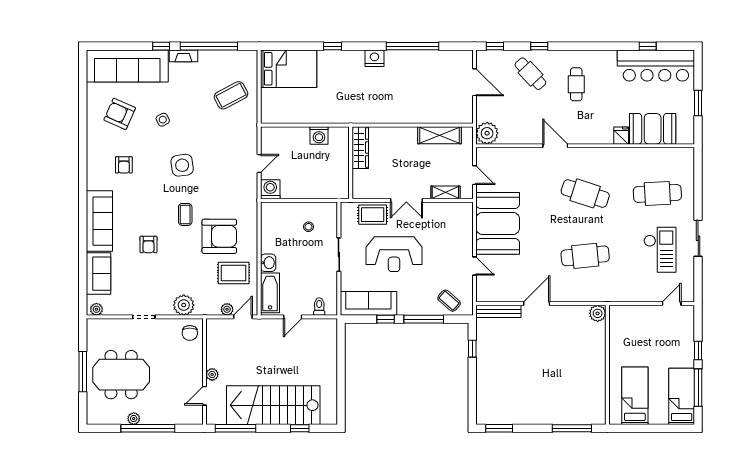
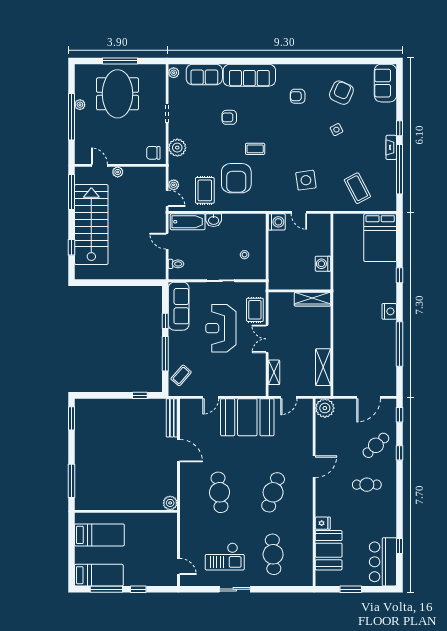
sofa: (127, 66) -> (385, 83), width x0.54, depth x0.79
bar counter: (656, 66) -> (383, 562), width x0.73
side table: (182, 165) -> (306, 180), moved

